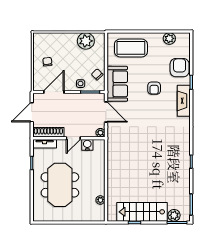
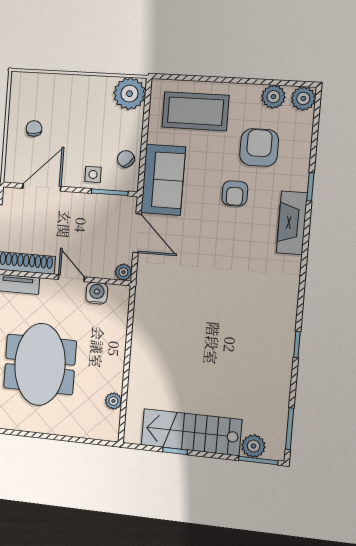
plant: (184, 39) -> (303, 98), added
plant: (86, 41) -> (130, 94), moved
armchair: (180, 68) -> (259, 148), moved
door: (73, 138) -> (71, 278), swing flipped

